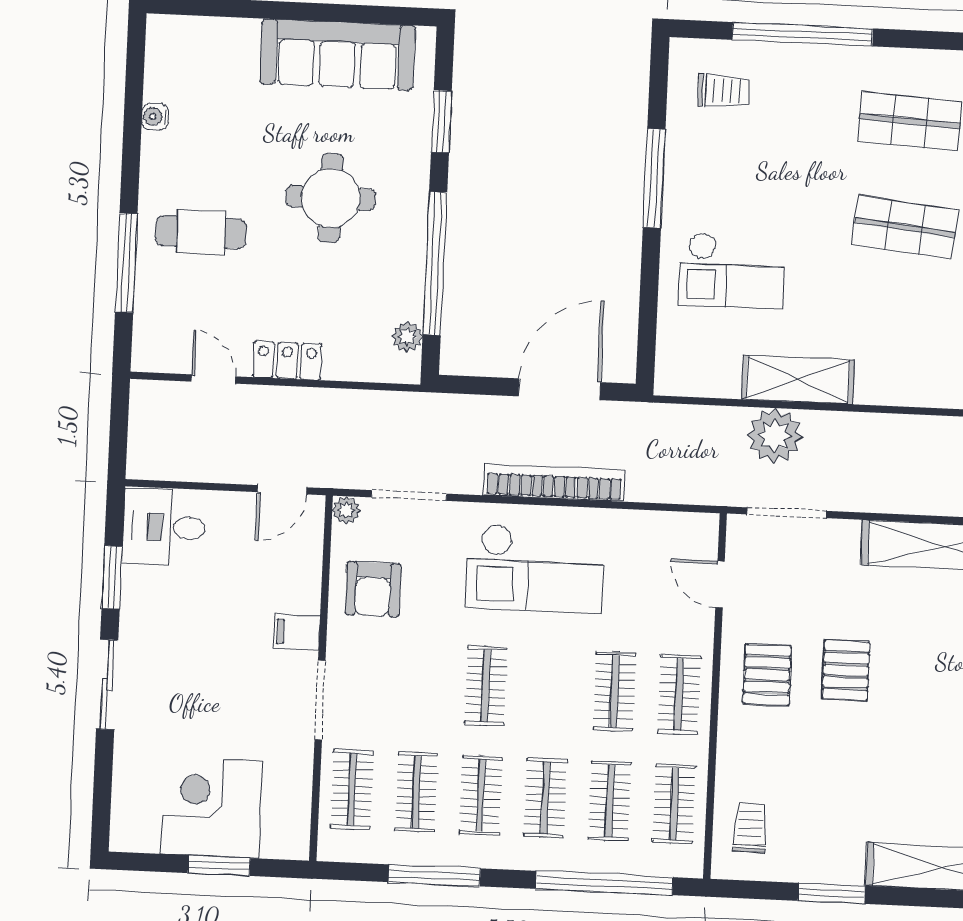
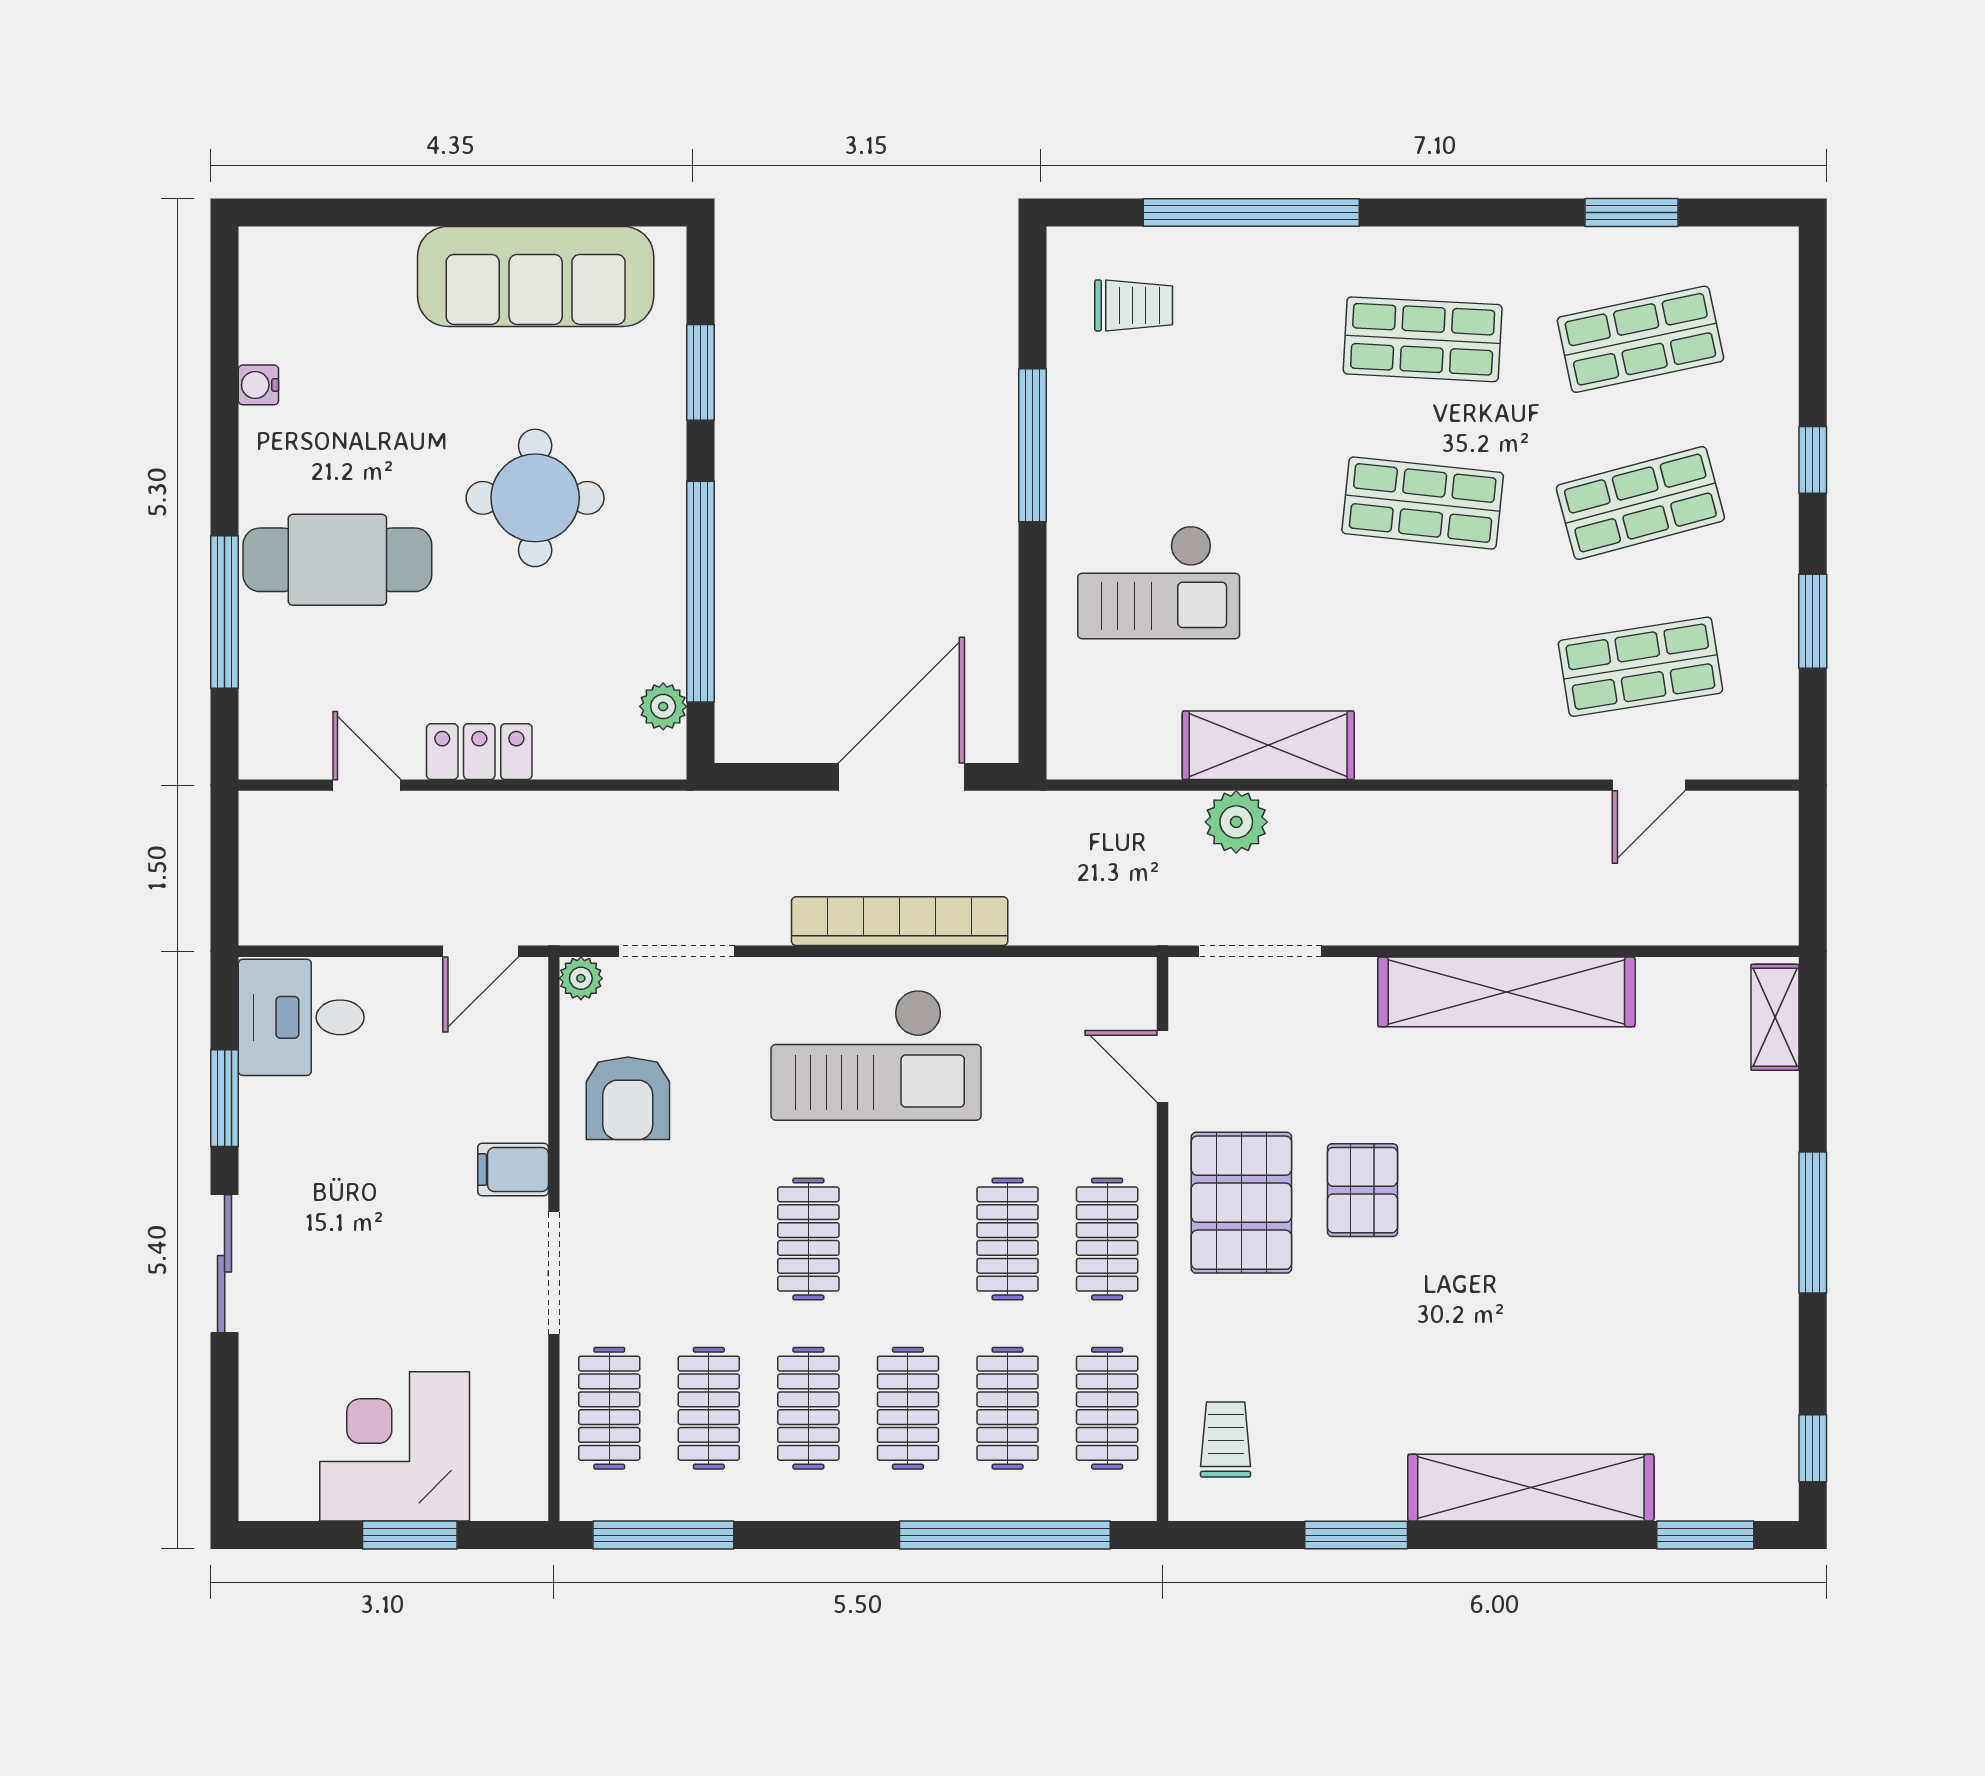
cafe table: (201, 232) -> (337, 560), width x1.37, depth x1.35
plant: (775, 436) -> (1236, 822), width x0.73, depth x0.73
pallet: (767, 675) -> (1241, 1203), width x1.50, depth x1.42
window: (434, 875) -> (663, 1535), moved

